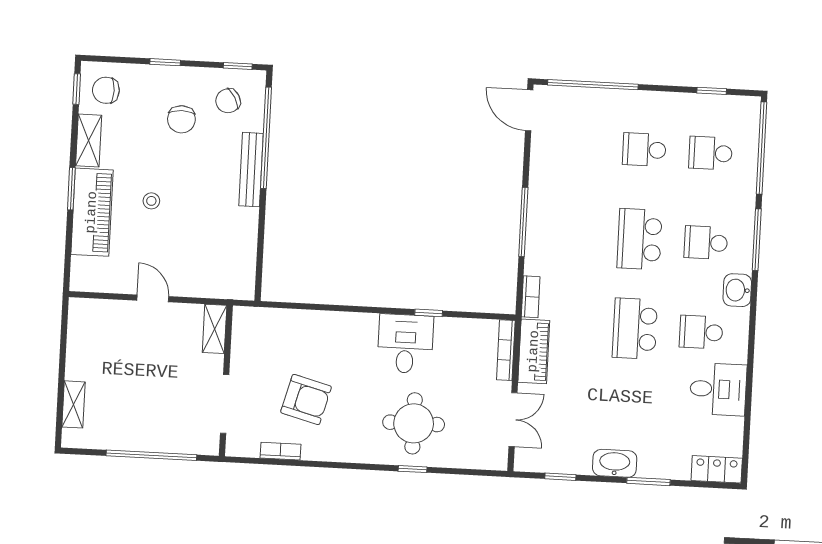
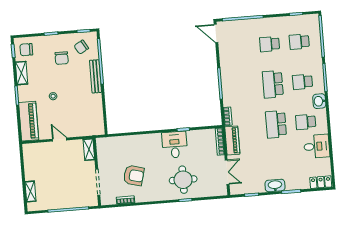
piano: (92, 212) -> (29, 121), moved

